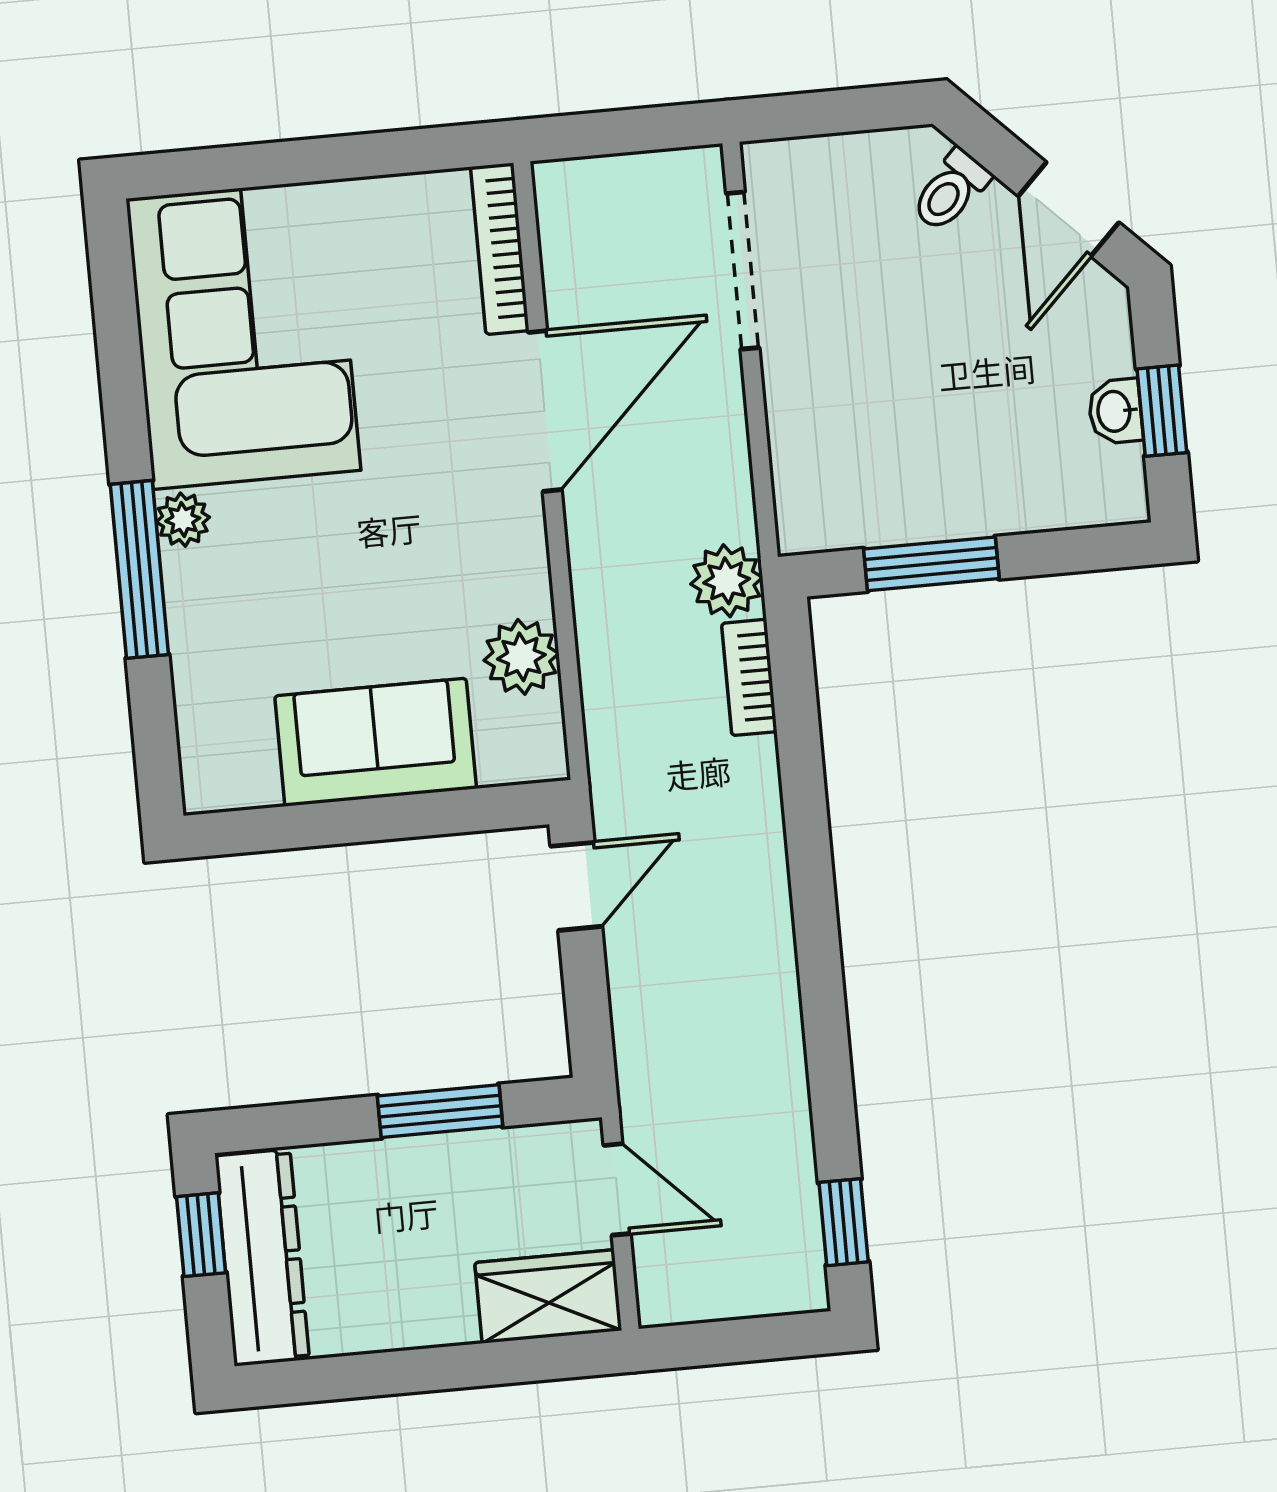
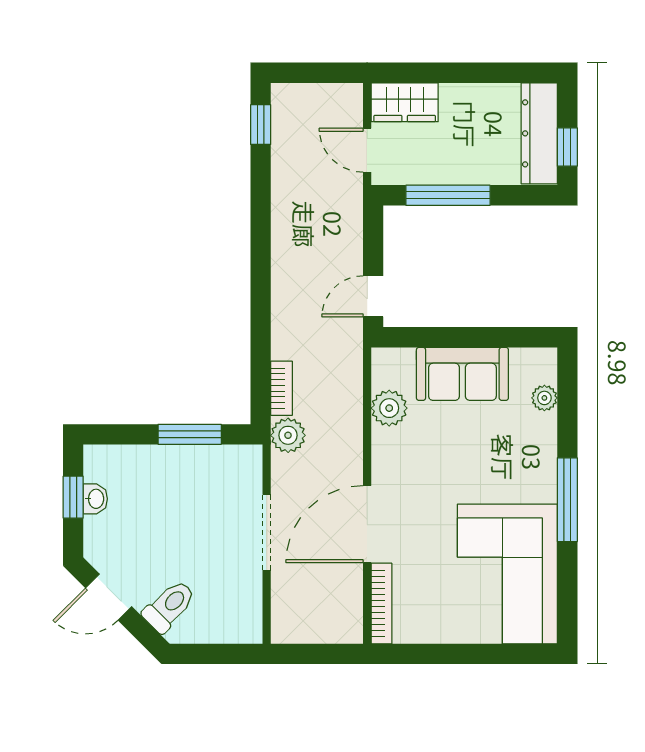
toilet: (951, 190) -> (169, 606), width x1.37, depth x1.39
door: (1069, 209) -> (109, 597), swing flipped
doorway: (743, 271) -> (267, 532), moved
plant: (183, 520) -> (544, 398), moved
window: (139, 569) -> (567, 500), moved
window: (440, 1111) -> (448, 195), width x1.44

